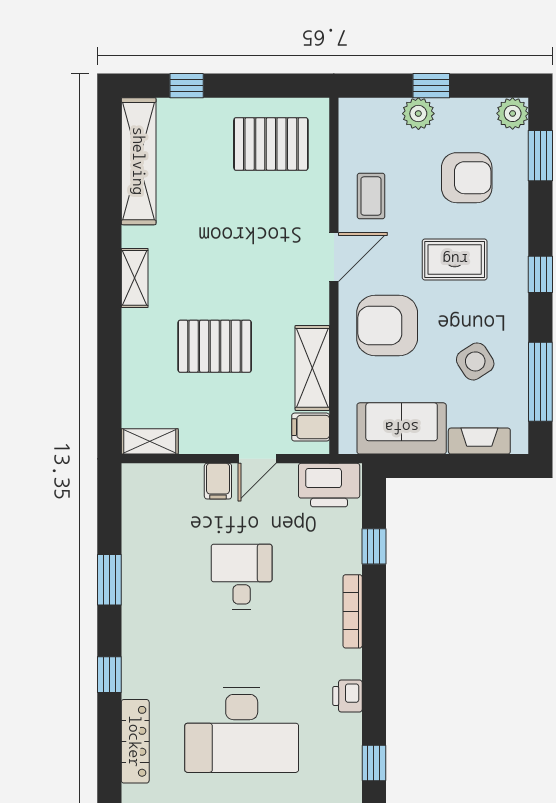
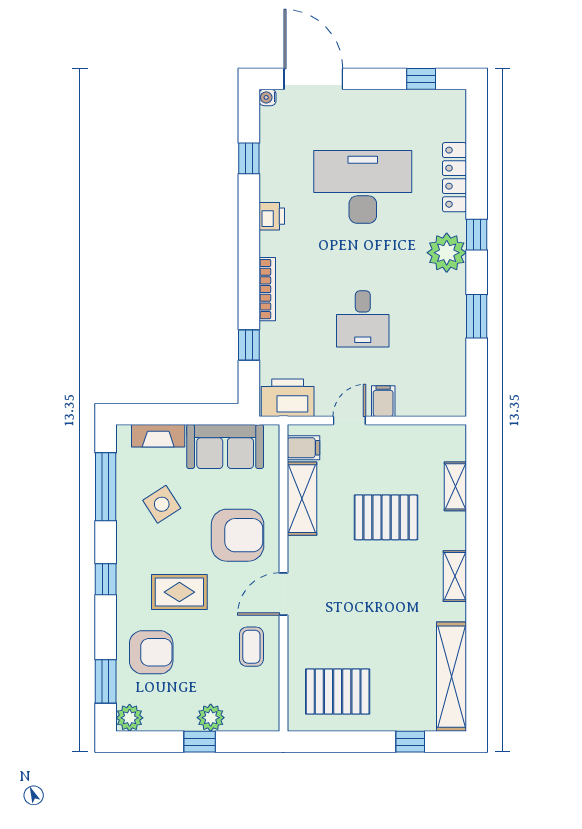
armchair: (467, 178) -> (151, 652), moved, turned 180
shelving: (150, 441) -> (455, 486), moved, turned 90
plant: (144, 654) -> (447, 253), added

